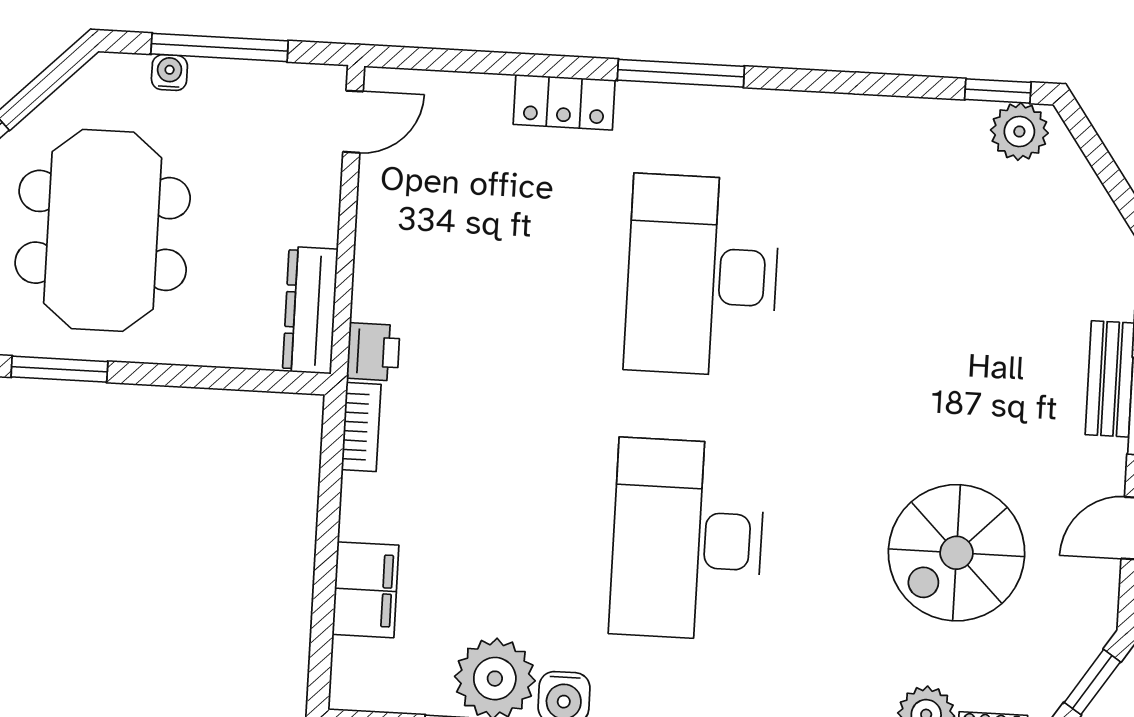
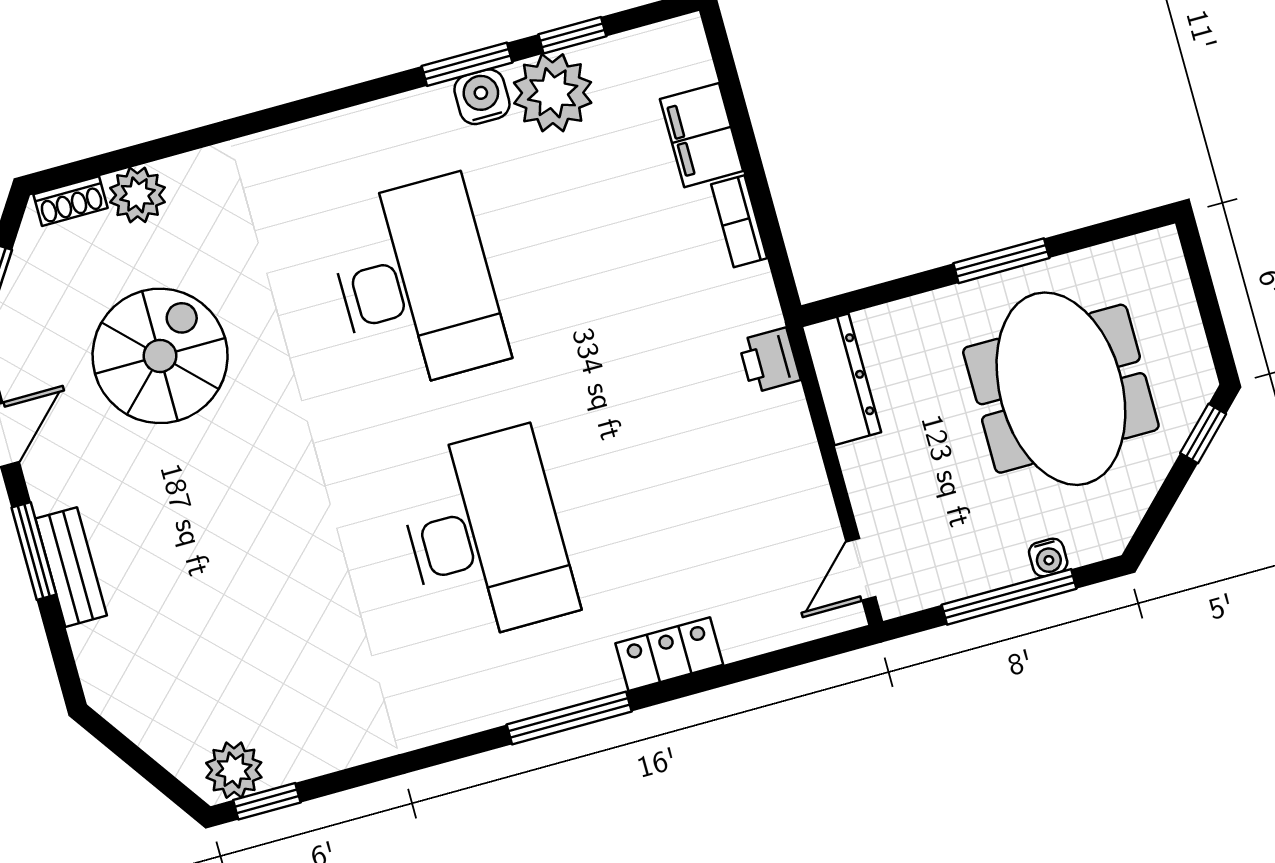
window: (59, 369) -> (1001, 261), moved
bookcase: (361, 427) -> (739, 221), moved

